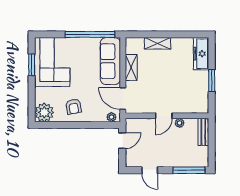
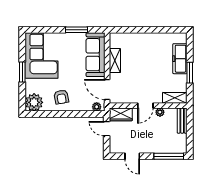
window: (90, 34) -> (77, 30), width x0.47
shelving: (158, 43) -> (175, 98), moved
freezer: (201, 54) -> (180, 59), moved
window: (32, 65) -> (22, 72), moved
wardrobe: (137, 125) -> (121, 114), added
door: (122, 141) -> (107, 129), swing flipped

